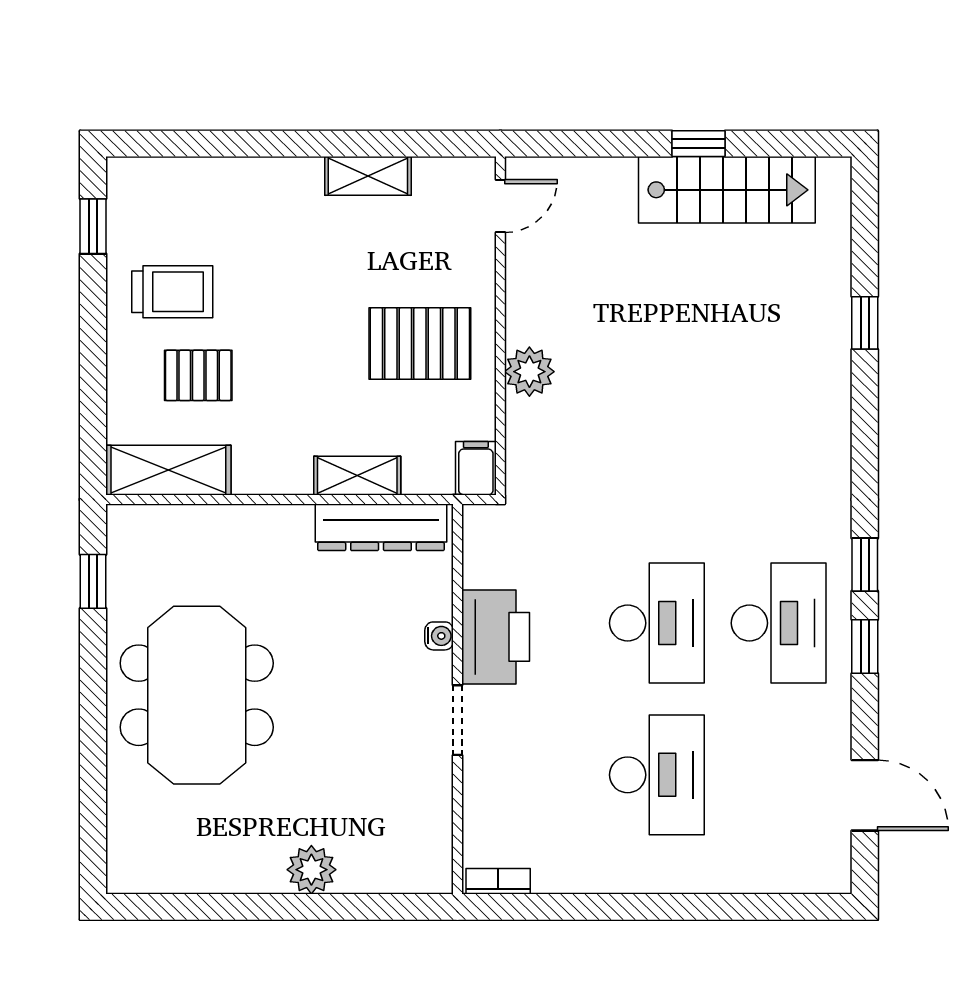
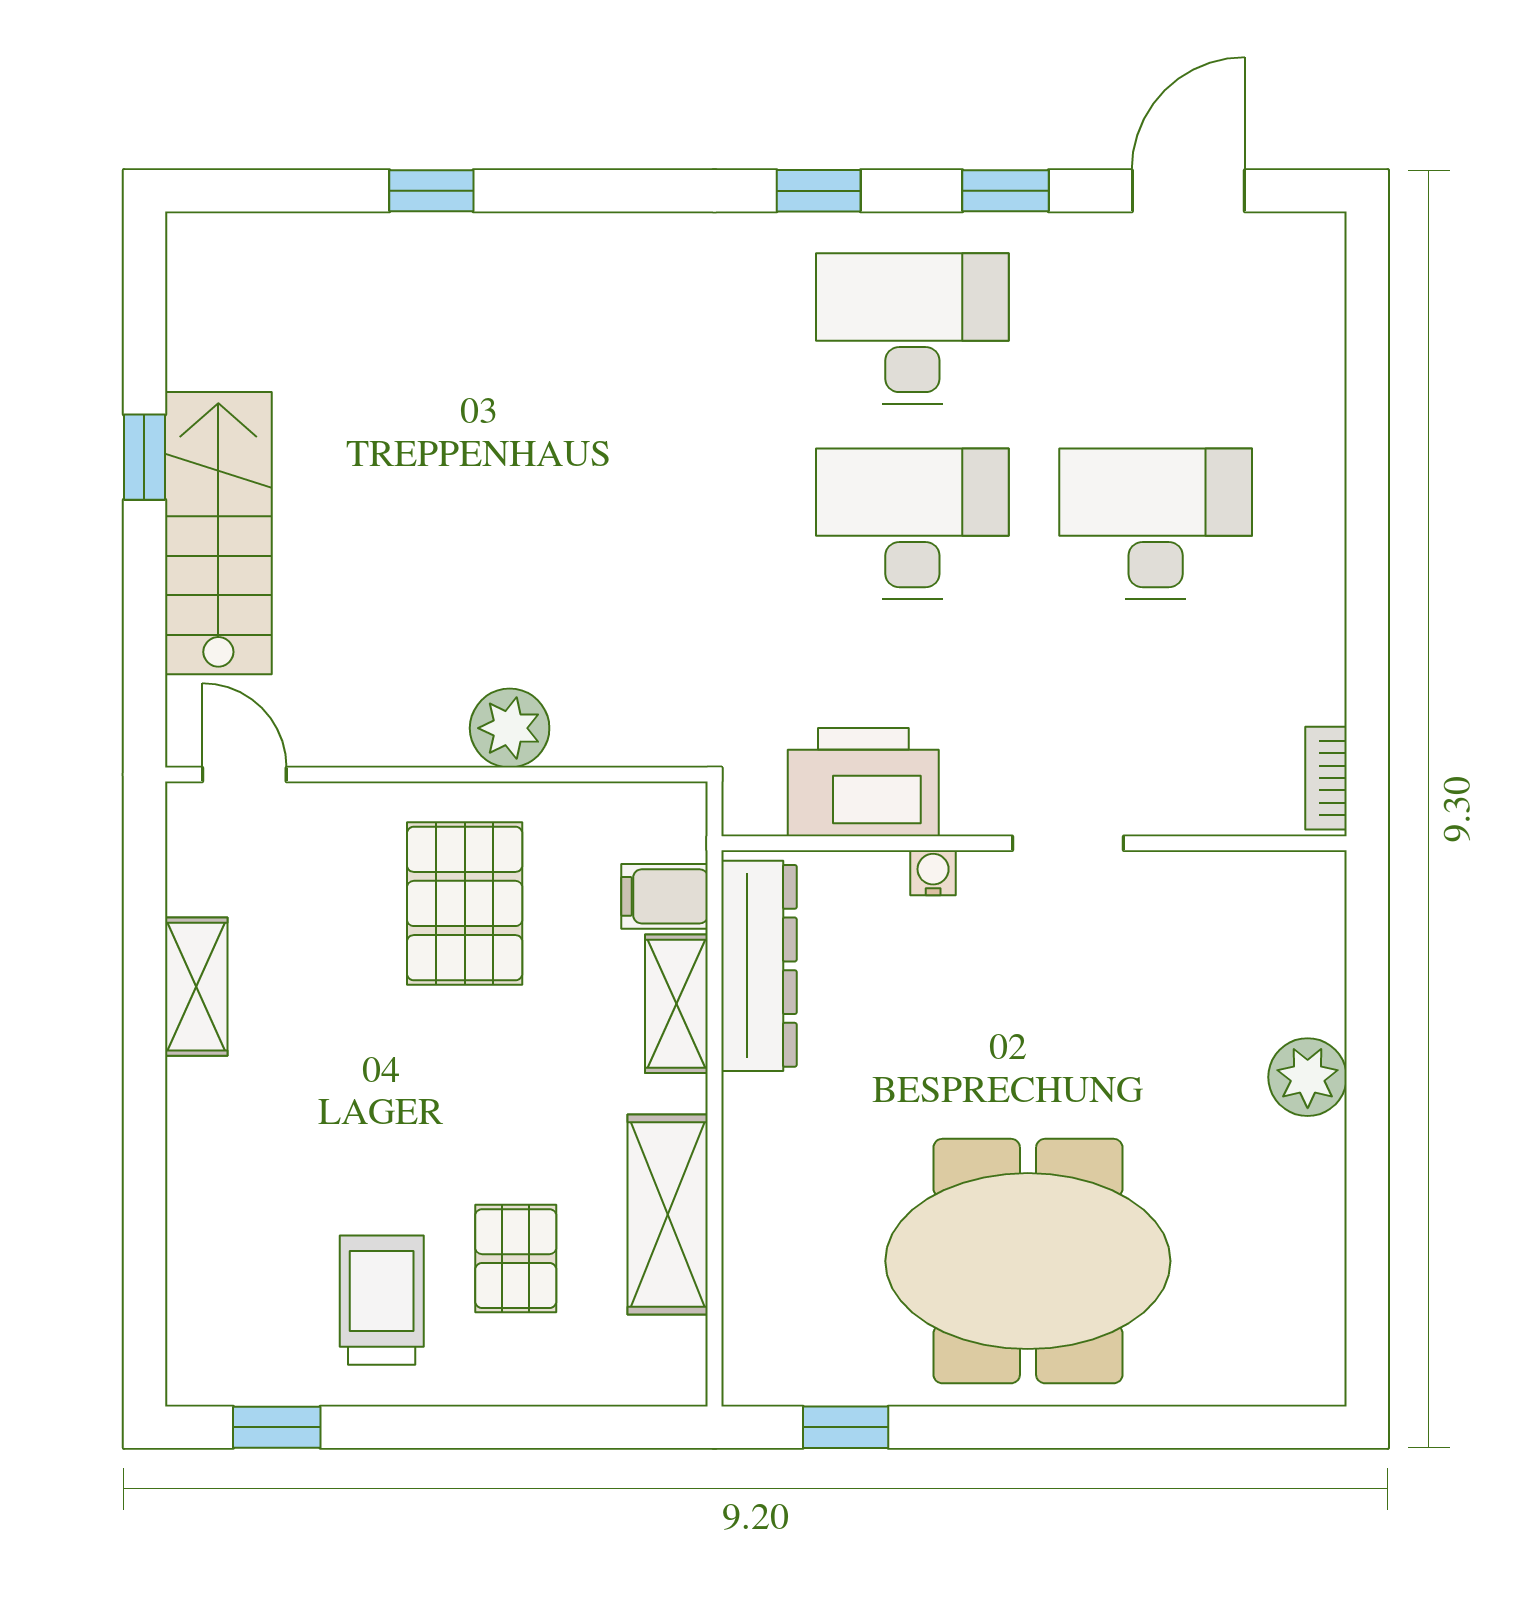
stairs: (727, 190) -> (218, 533), moved
filing cabinet: (476, 468) -> (665, 896), moved
shelving: (168, 470) -> (668, 1215), moved
printer: (496, 637) -> (863, 782), moved
window: (865, 646) -> (1006, 191), moved

